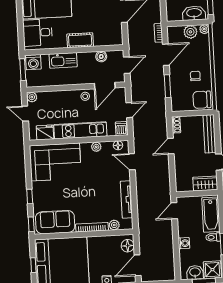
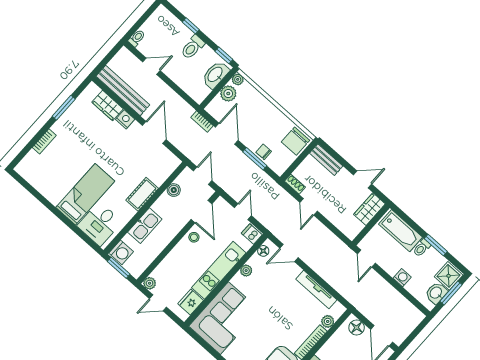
chair: (195, 76) -> (264, 152), moved
bench: (209, 134) -> (326, 160), width x0.73

